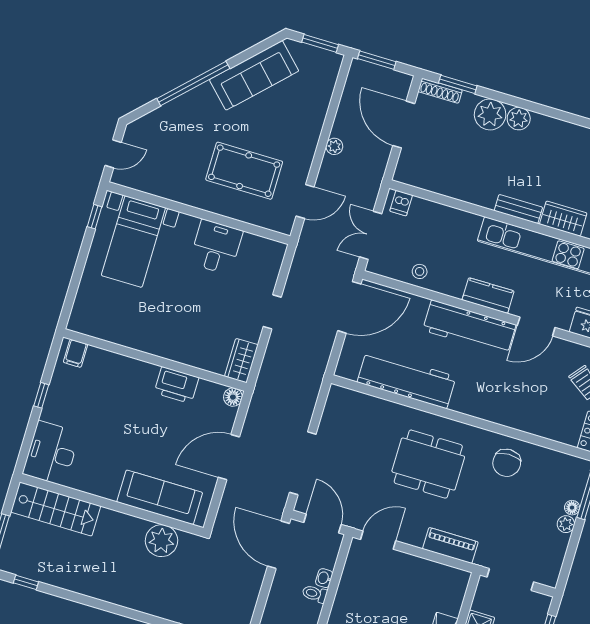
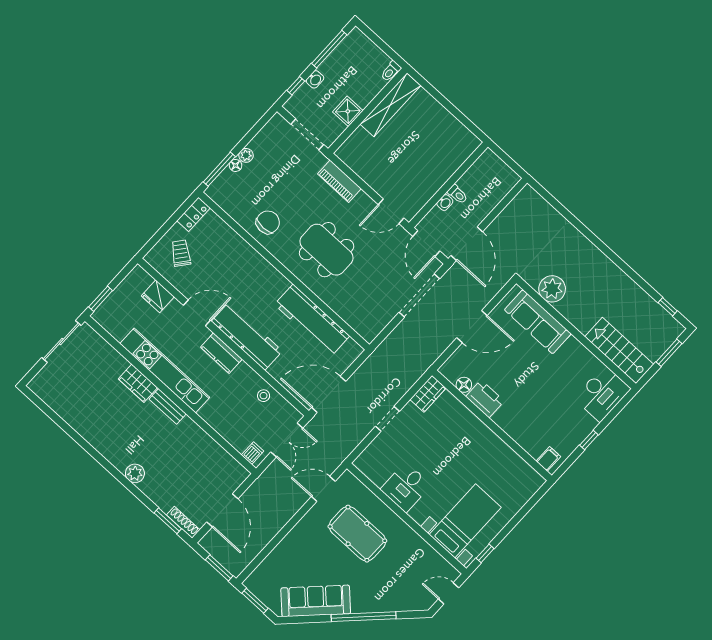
plant: (490, 114) -> (155, 487), removed
plant: (334, 146) -> (282, 519), removed
floor lamp: (233, 397) -> (464, 385), moved

